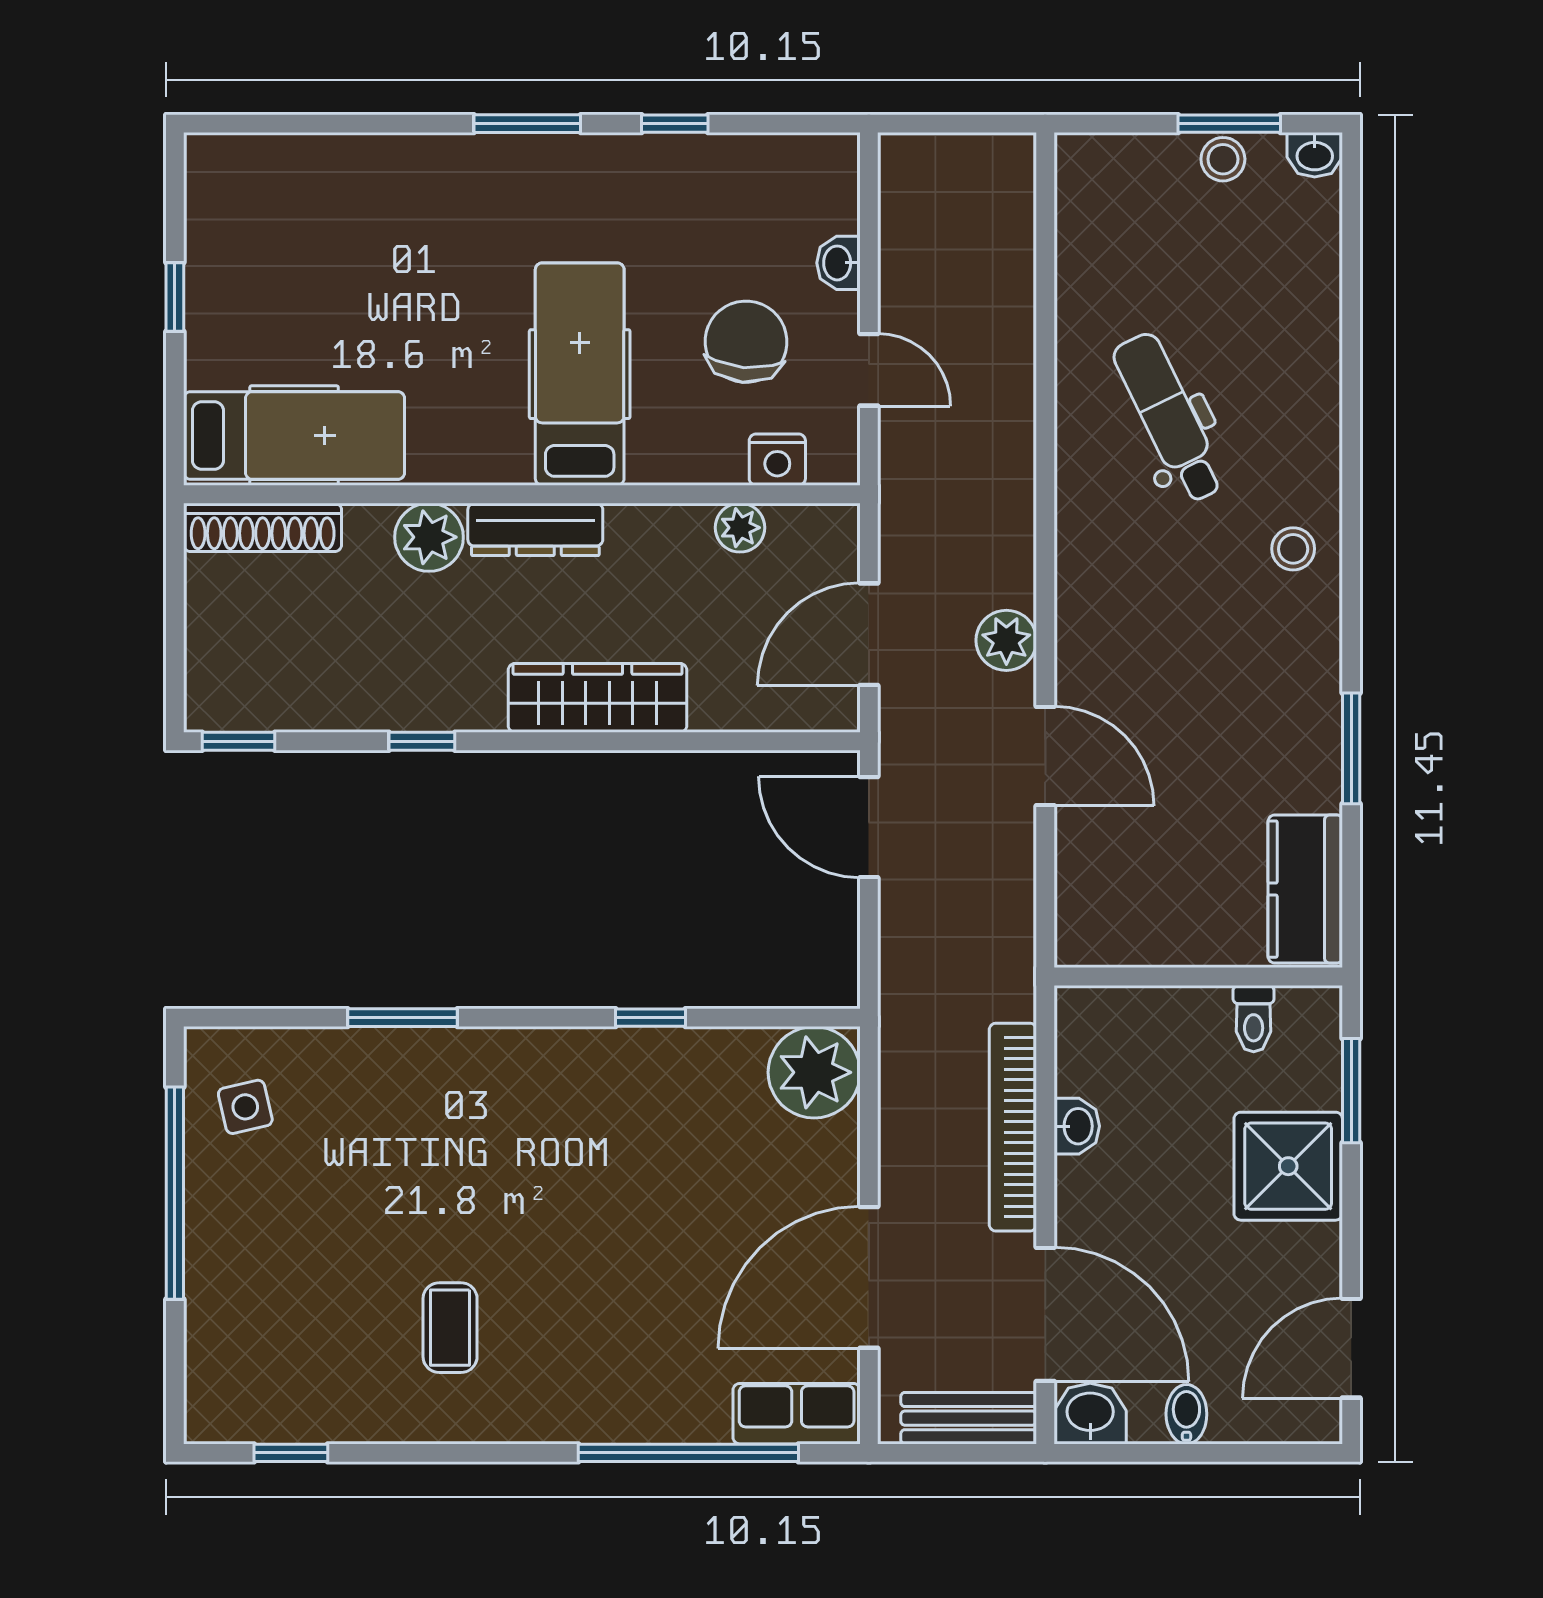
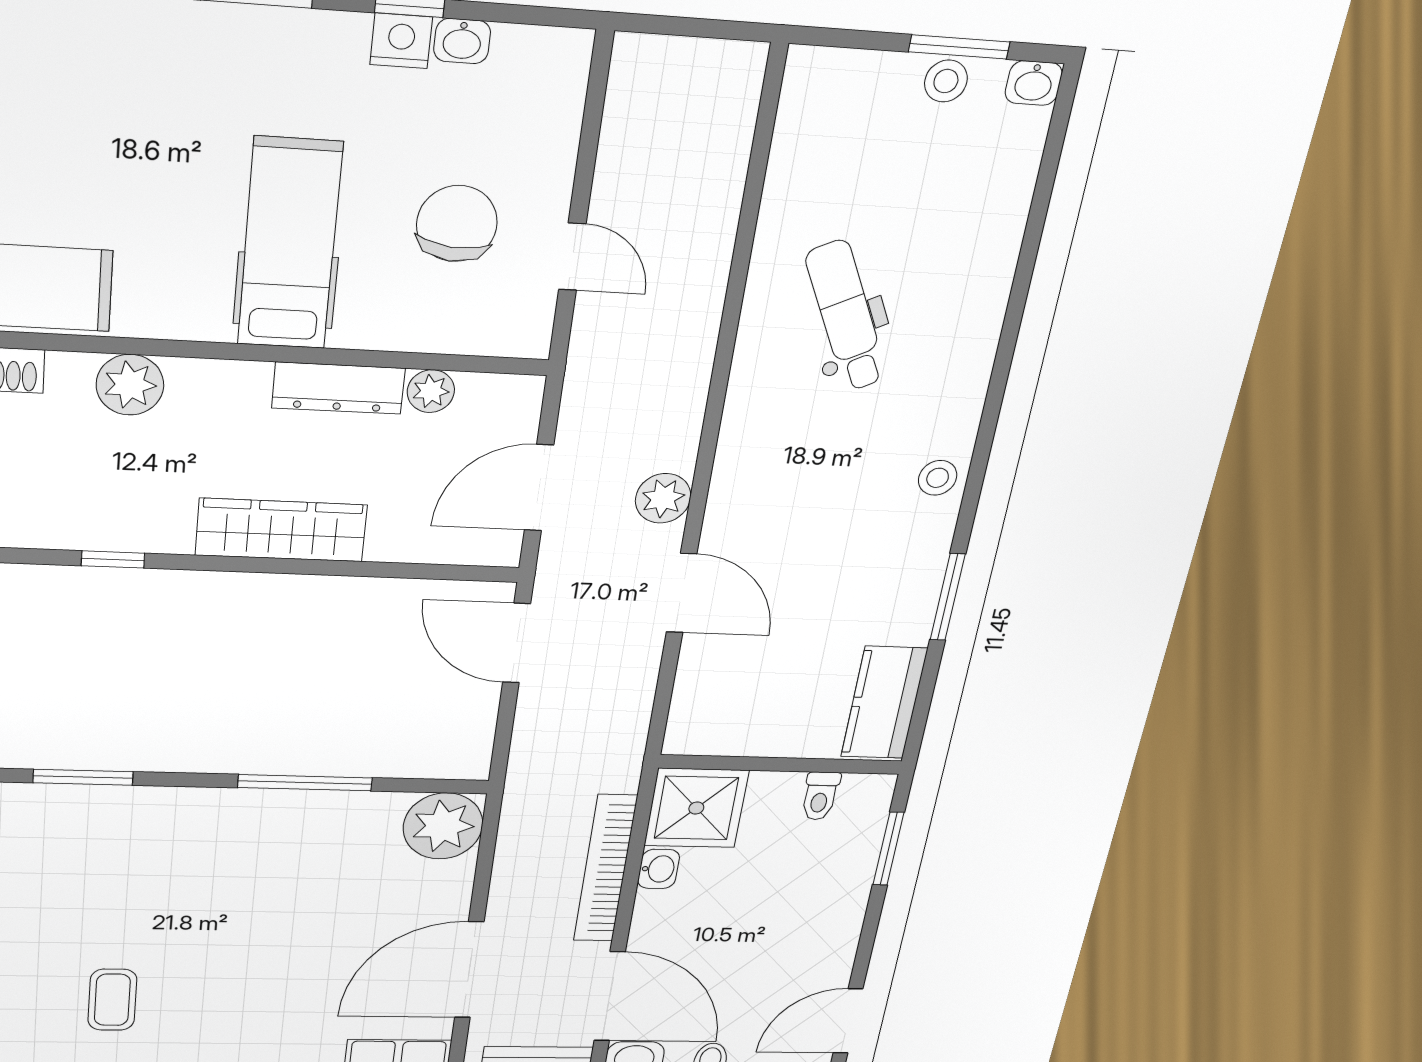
washbasin: (838, 263) -> (462, 41), moved, turned -90
nightstand: (777, 460) -> (401, 41), moved, turned 180
dresser: (535, 529) -> (339, 388), moved
stool: (1293, 549) -> (938, 478), moved
window: (650, 1018) -> (305, 783), width x2.17
shower: (1288, 1166) -> (696, 808), moved

